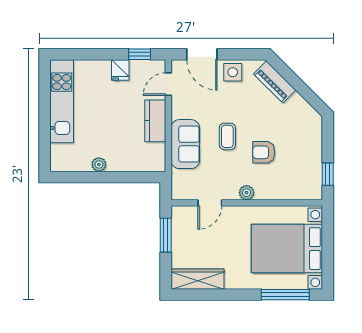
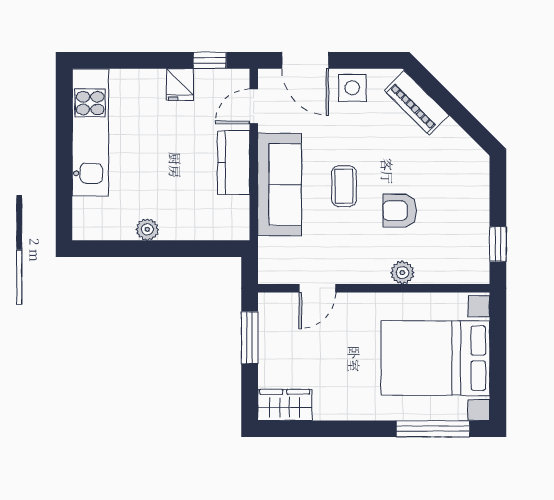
sofa: (185, 144) -> (280, 184), width x1.36
plant: (247, 193) -> (402, 273), moved
wardrobe: (197, 279) -> (285, 405), width x0.67

